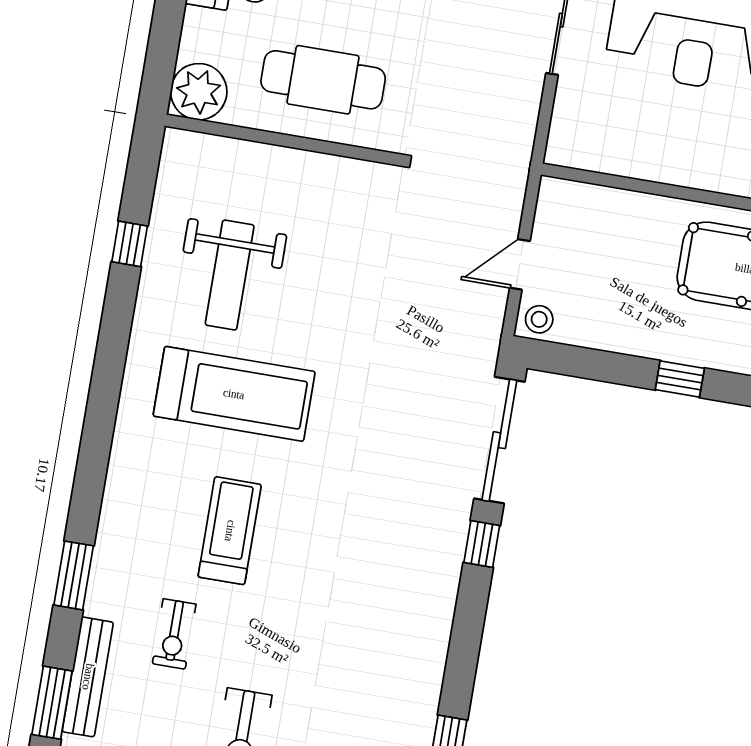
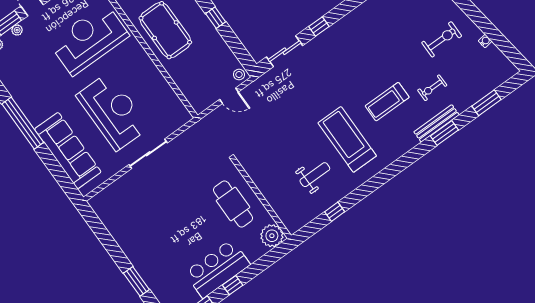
weight bench: (230, 275) -> (315, 175), width x0.73, depth x0.75
sliding door: (499, 440) -> (285, 51), width x0.73
exercise bike: (174, 634) -> (432, 88), turned 180
bench: (88, 677) -> (436, 123), moved

